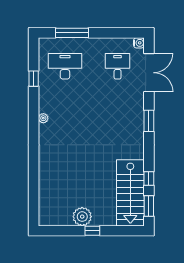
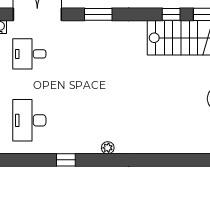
window: (34, 79) -> (66, 160), moved
plant: (43, 118) -> (108, 148), moved

